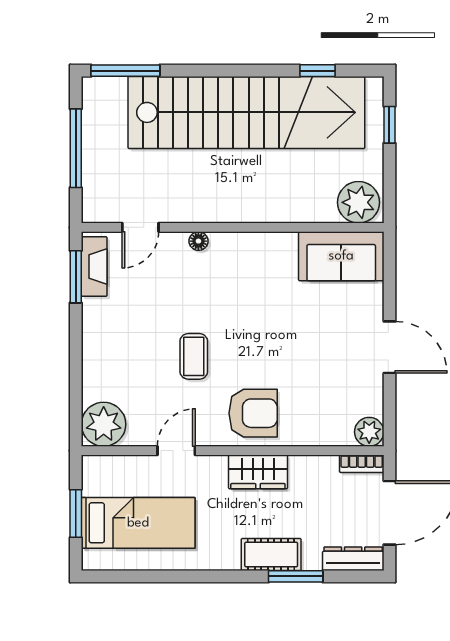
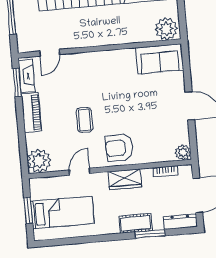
floor lamp: (198, 241) -> (82, 57), removed
piano: (97, 334) -> (31, 113), added
armchair: (253, 413) -> (119, 148), turned 180
bookcase: (362, 464) -> (166, 171), moved

